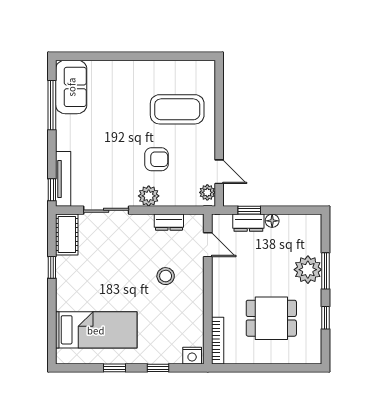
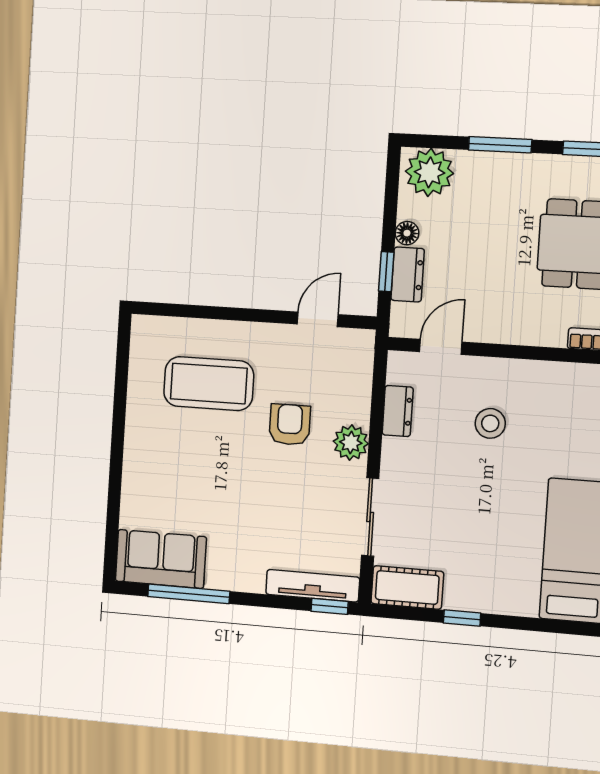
coffee table: (177, 109) -> (209, 384), turned 90
plant: (207, 192) -> (351, 342), removed
plant: (308, 270) -> (429, 172), moved

